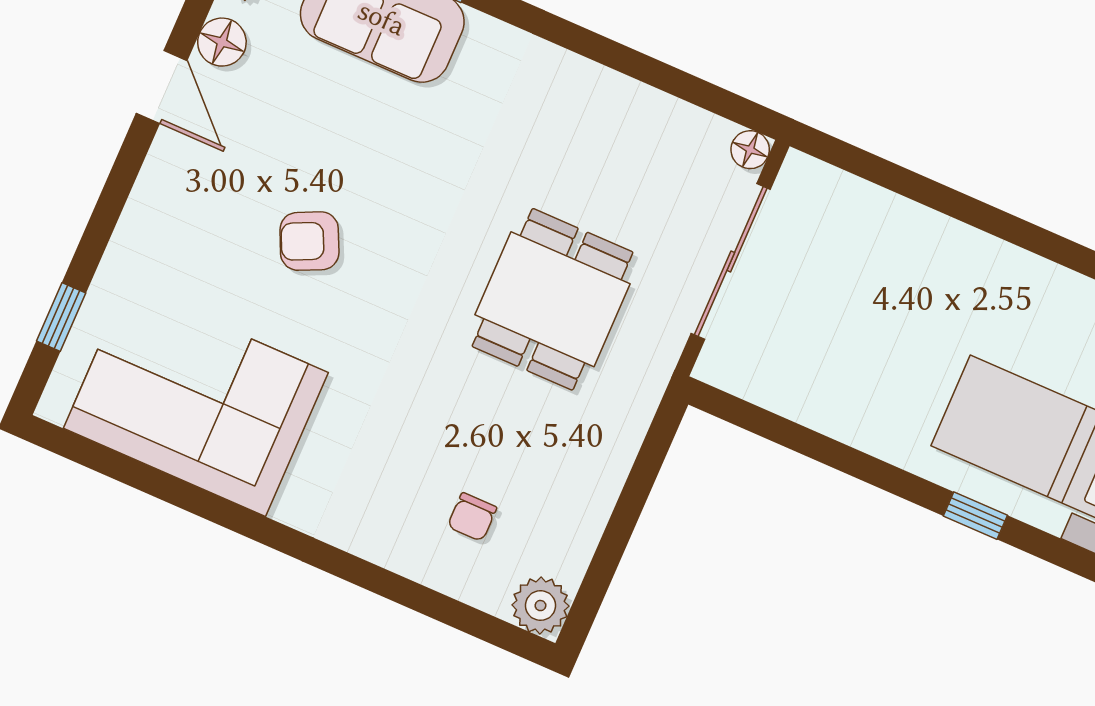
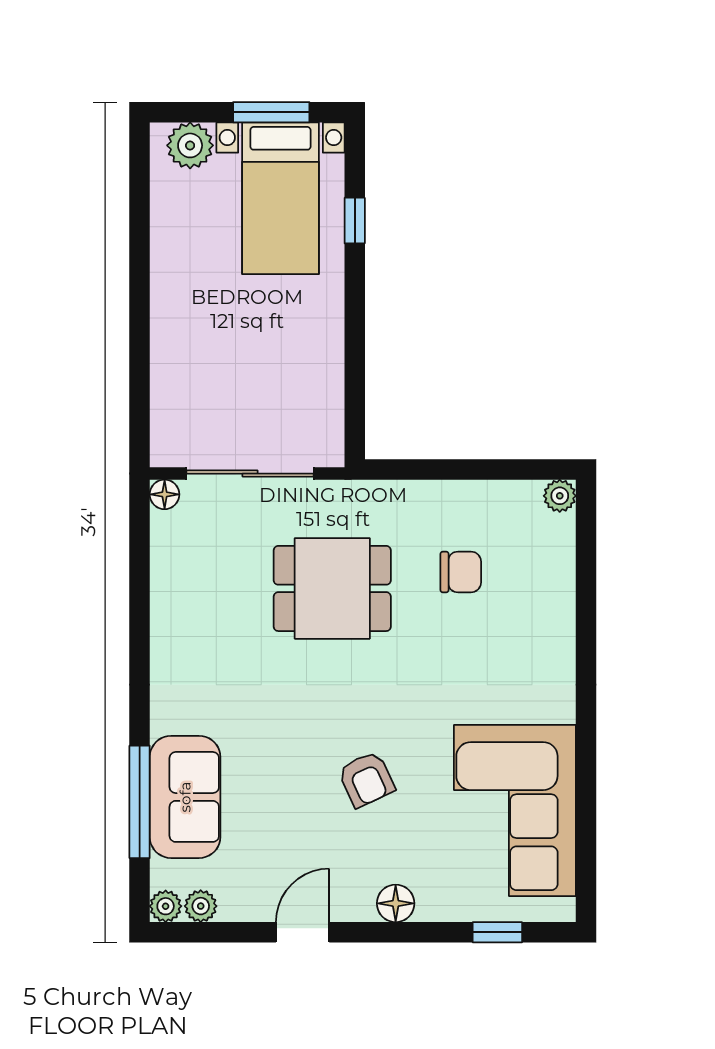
floor lamp: (222, 42) -> (396, 903), moved
chair: (472, 517) -> (461, 572), moved, width x1.37, depth x1.37
plant: (540, 606) -> (560, 496), width x0.73, depth x0.73

